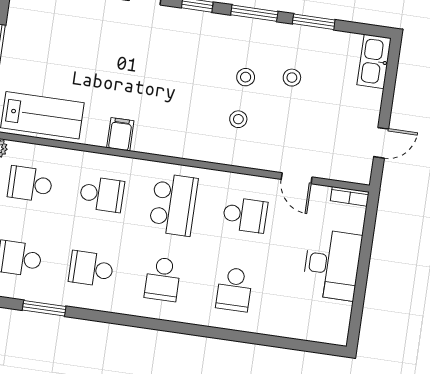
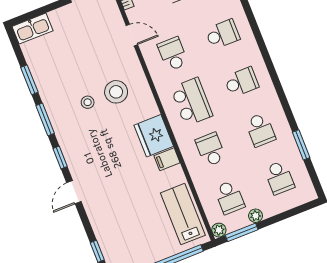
stool: (292, 78) -> (71, 74), removed
stool: (238, 119) -> (116, 92), width x1.89, depth x1.89
fridge: (158, 135) -> (154, 136), added
door: (297, 178) -> (132, 35), hinge flipped
school desk: (173, 205) -> (192, 102), turned 90

